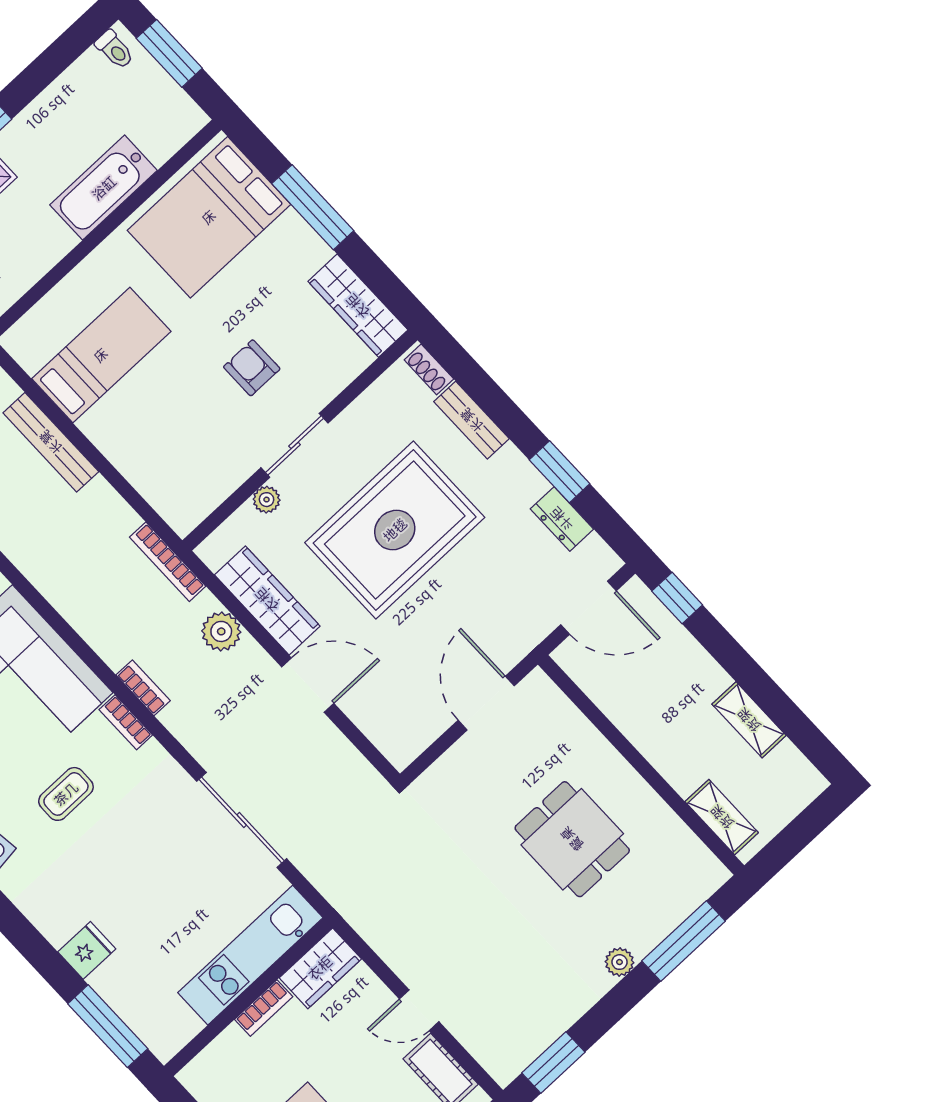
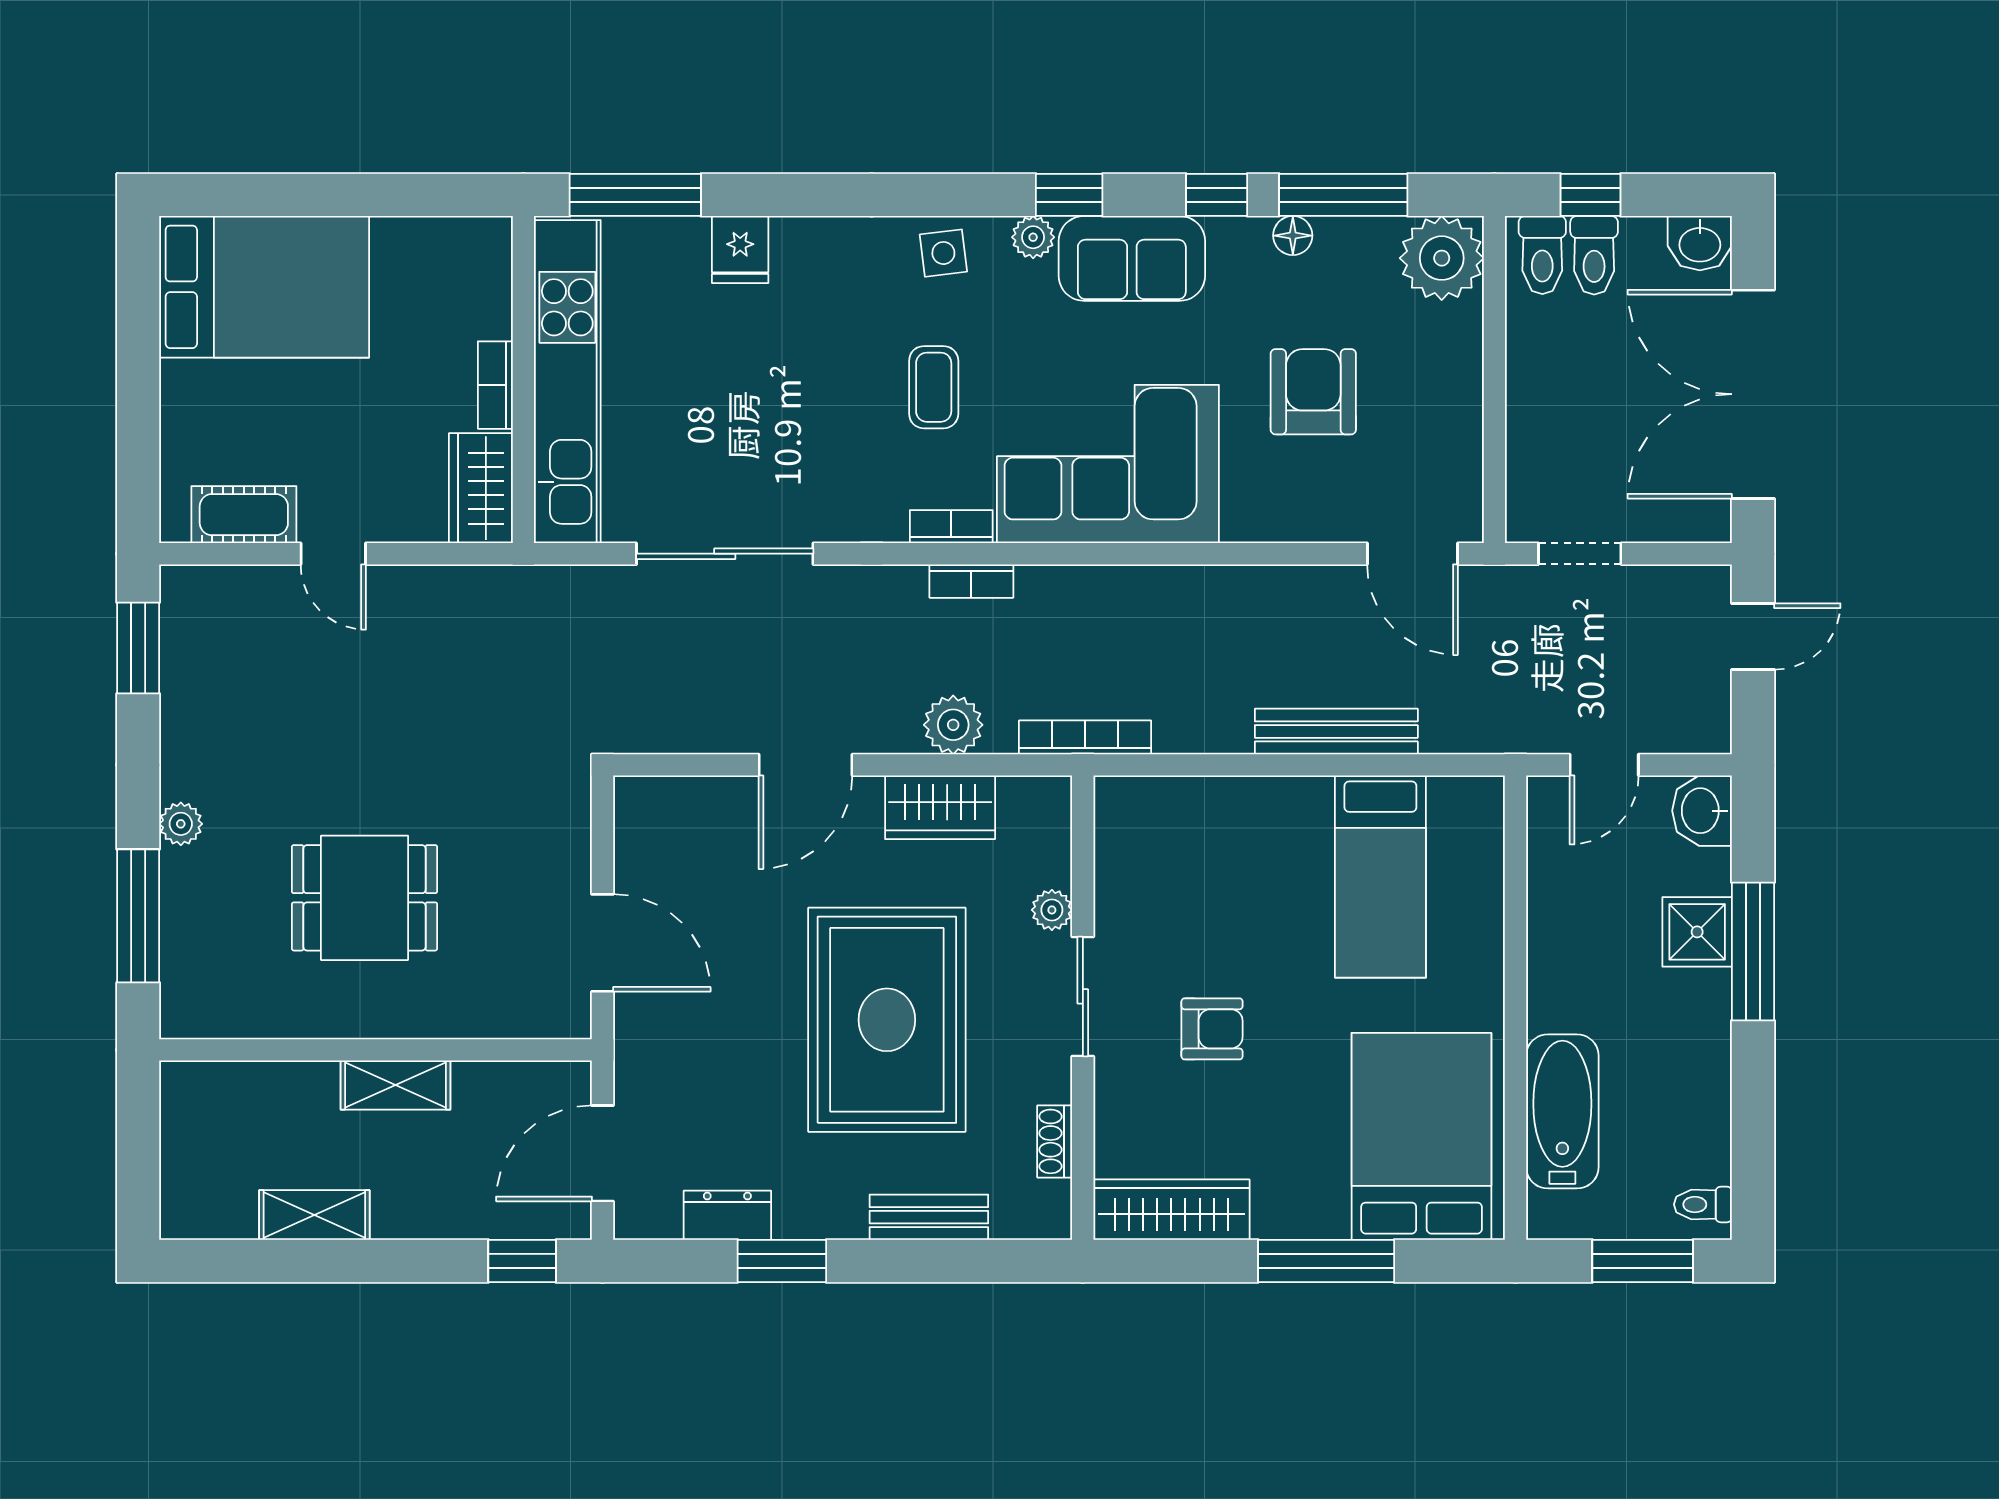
bathtub: (104, 188) -> (1562, 1111), moved
shoe rack: (429, 369) -> (1055, 1141), moved, turned -90
wardrobe: (267, 600) -> (940, 807), width x0.67
shelving: (722, 817) -> (395, 1085), moved
kitchen unit: (250, 955) -> (567, 382), width x1.36
door: (419, 1010) -> (333, 554), swing flipped

